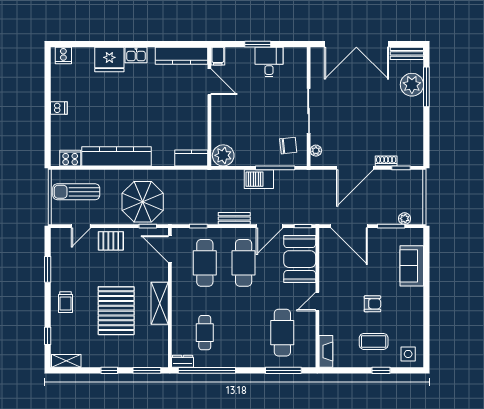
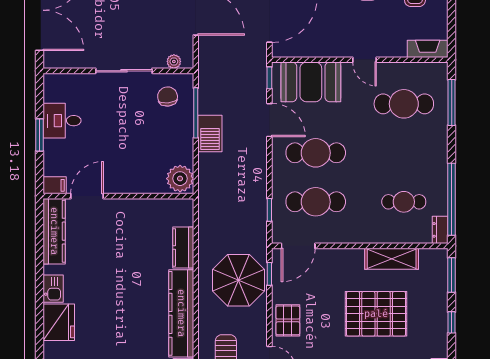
kitchen counter: (191, 158) -> (183, 248), moved
bench: (234, 218) -> (260, 165), removed
shelving: (160, 303) -> (392, 259), moved

